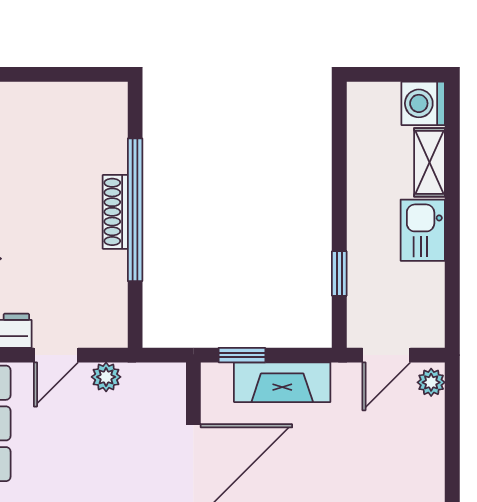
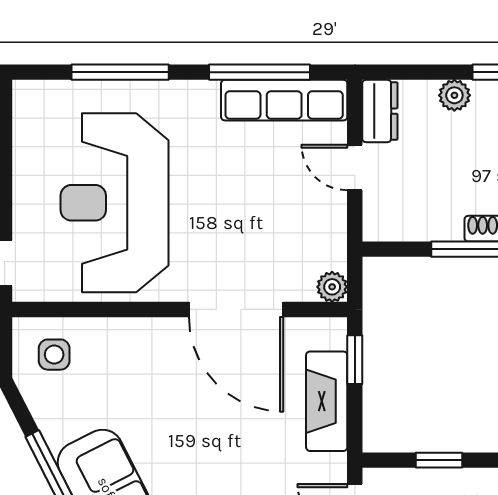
plant: (106, 377) -> (332, 287), moved

